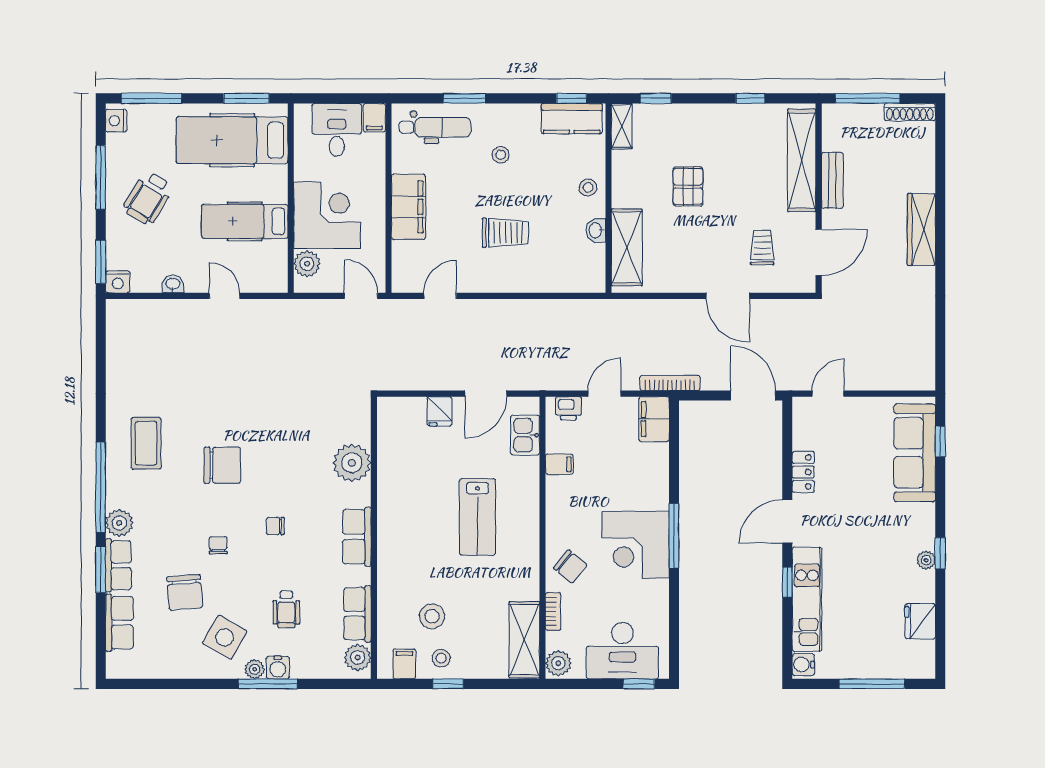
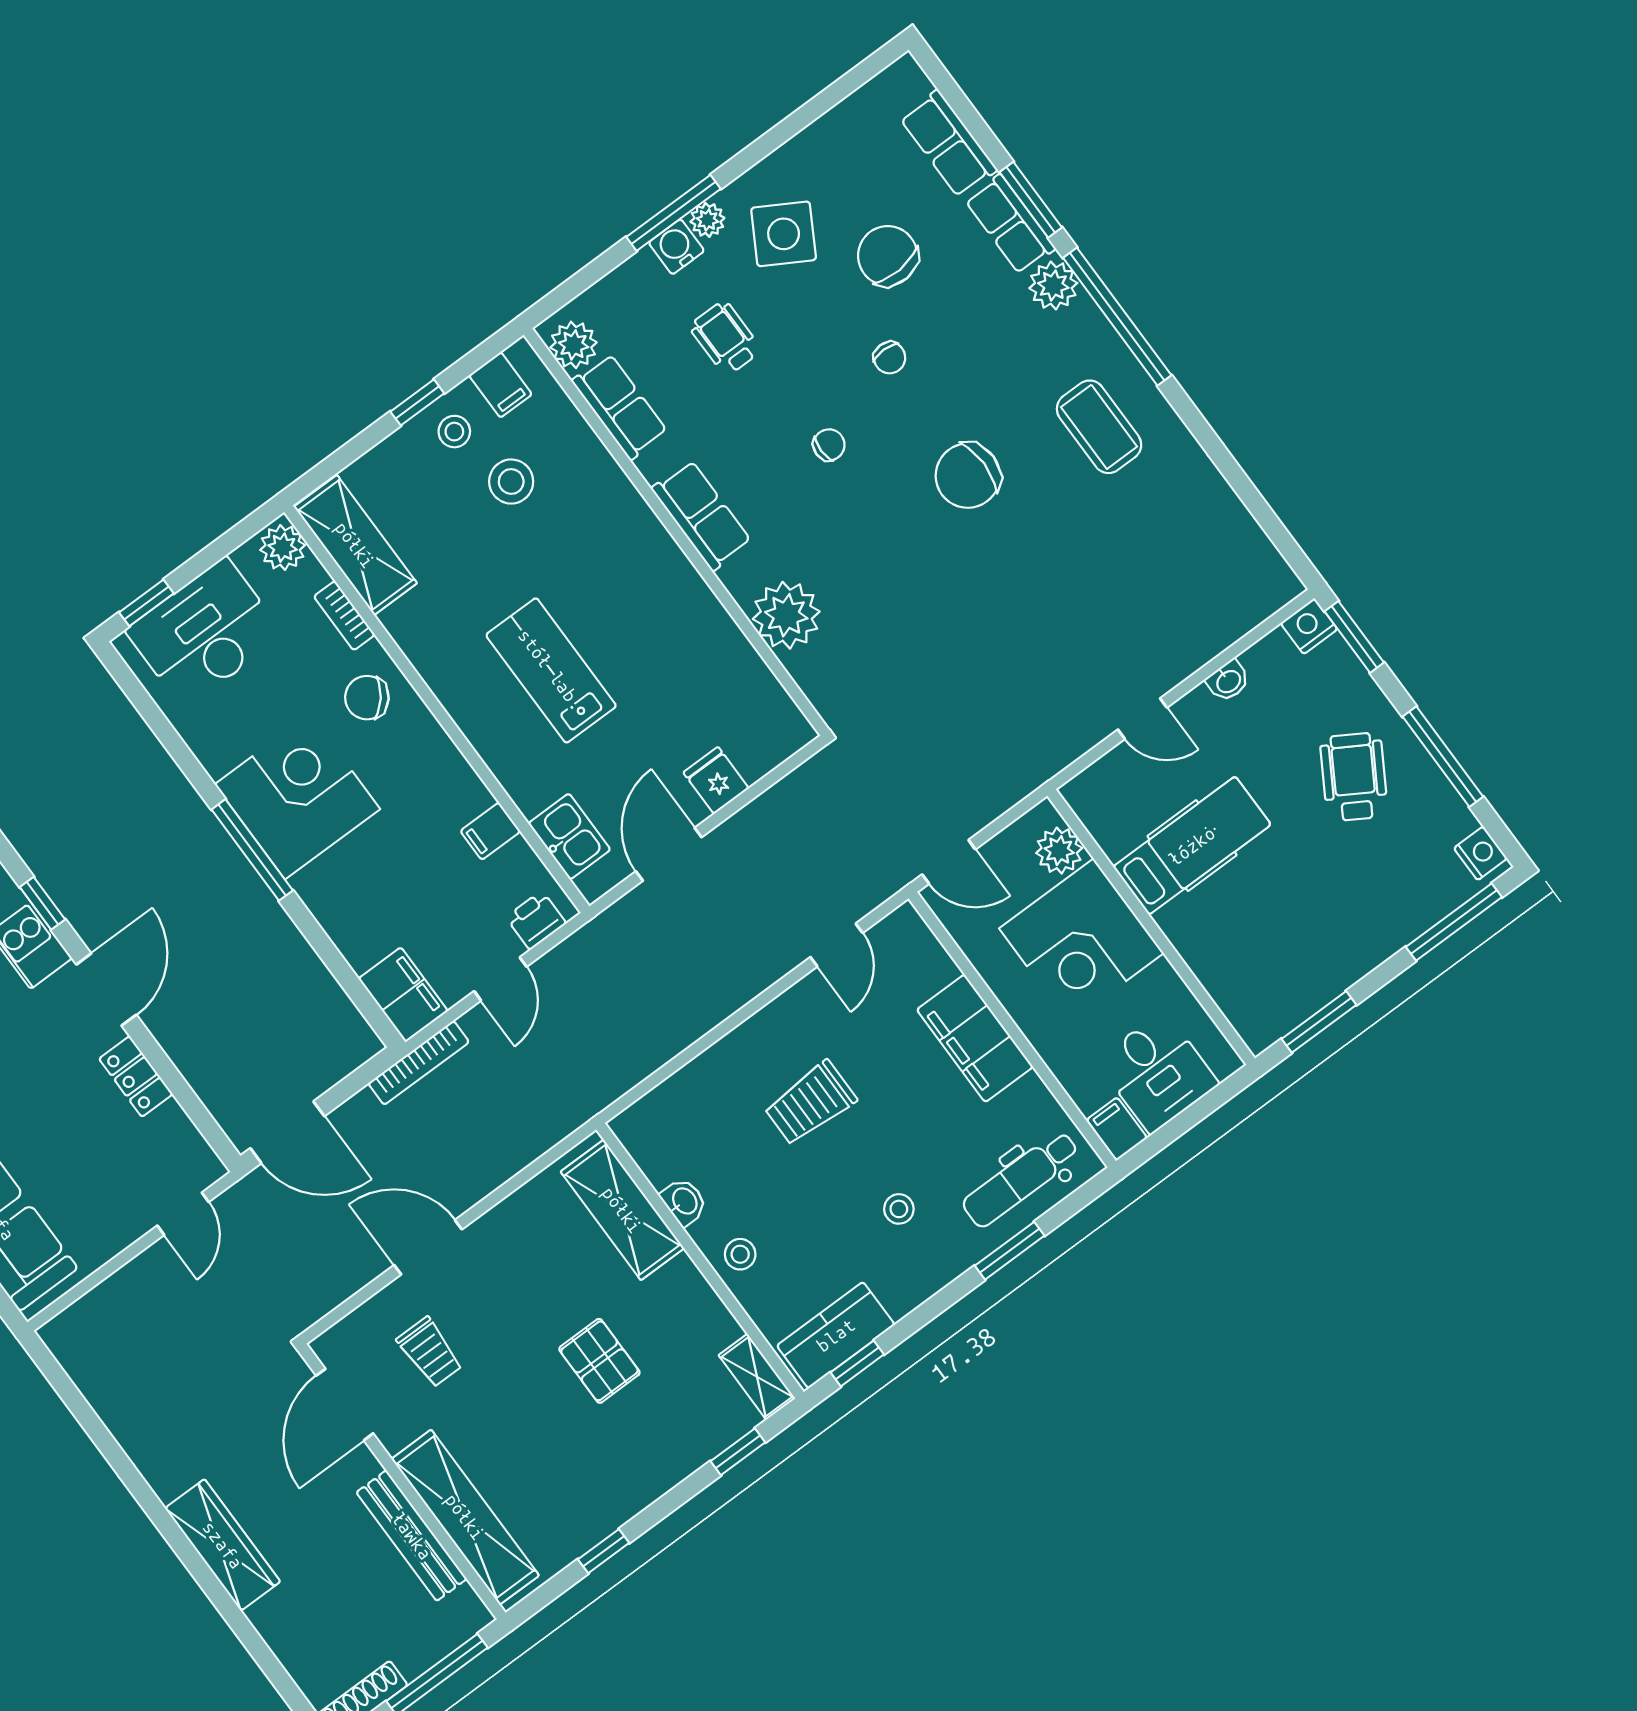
hospital bed: (232, 140) -> (1295, 947), removed
bench: (832, 180) -> (412, 1536), width x1.36

